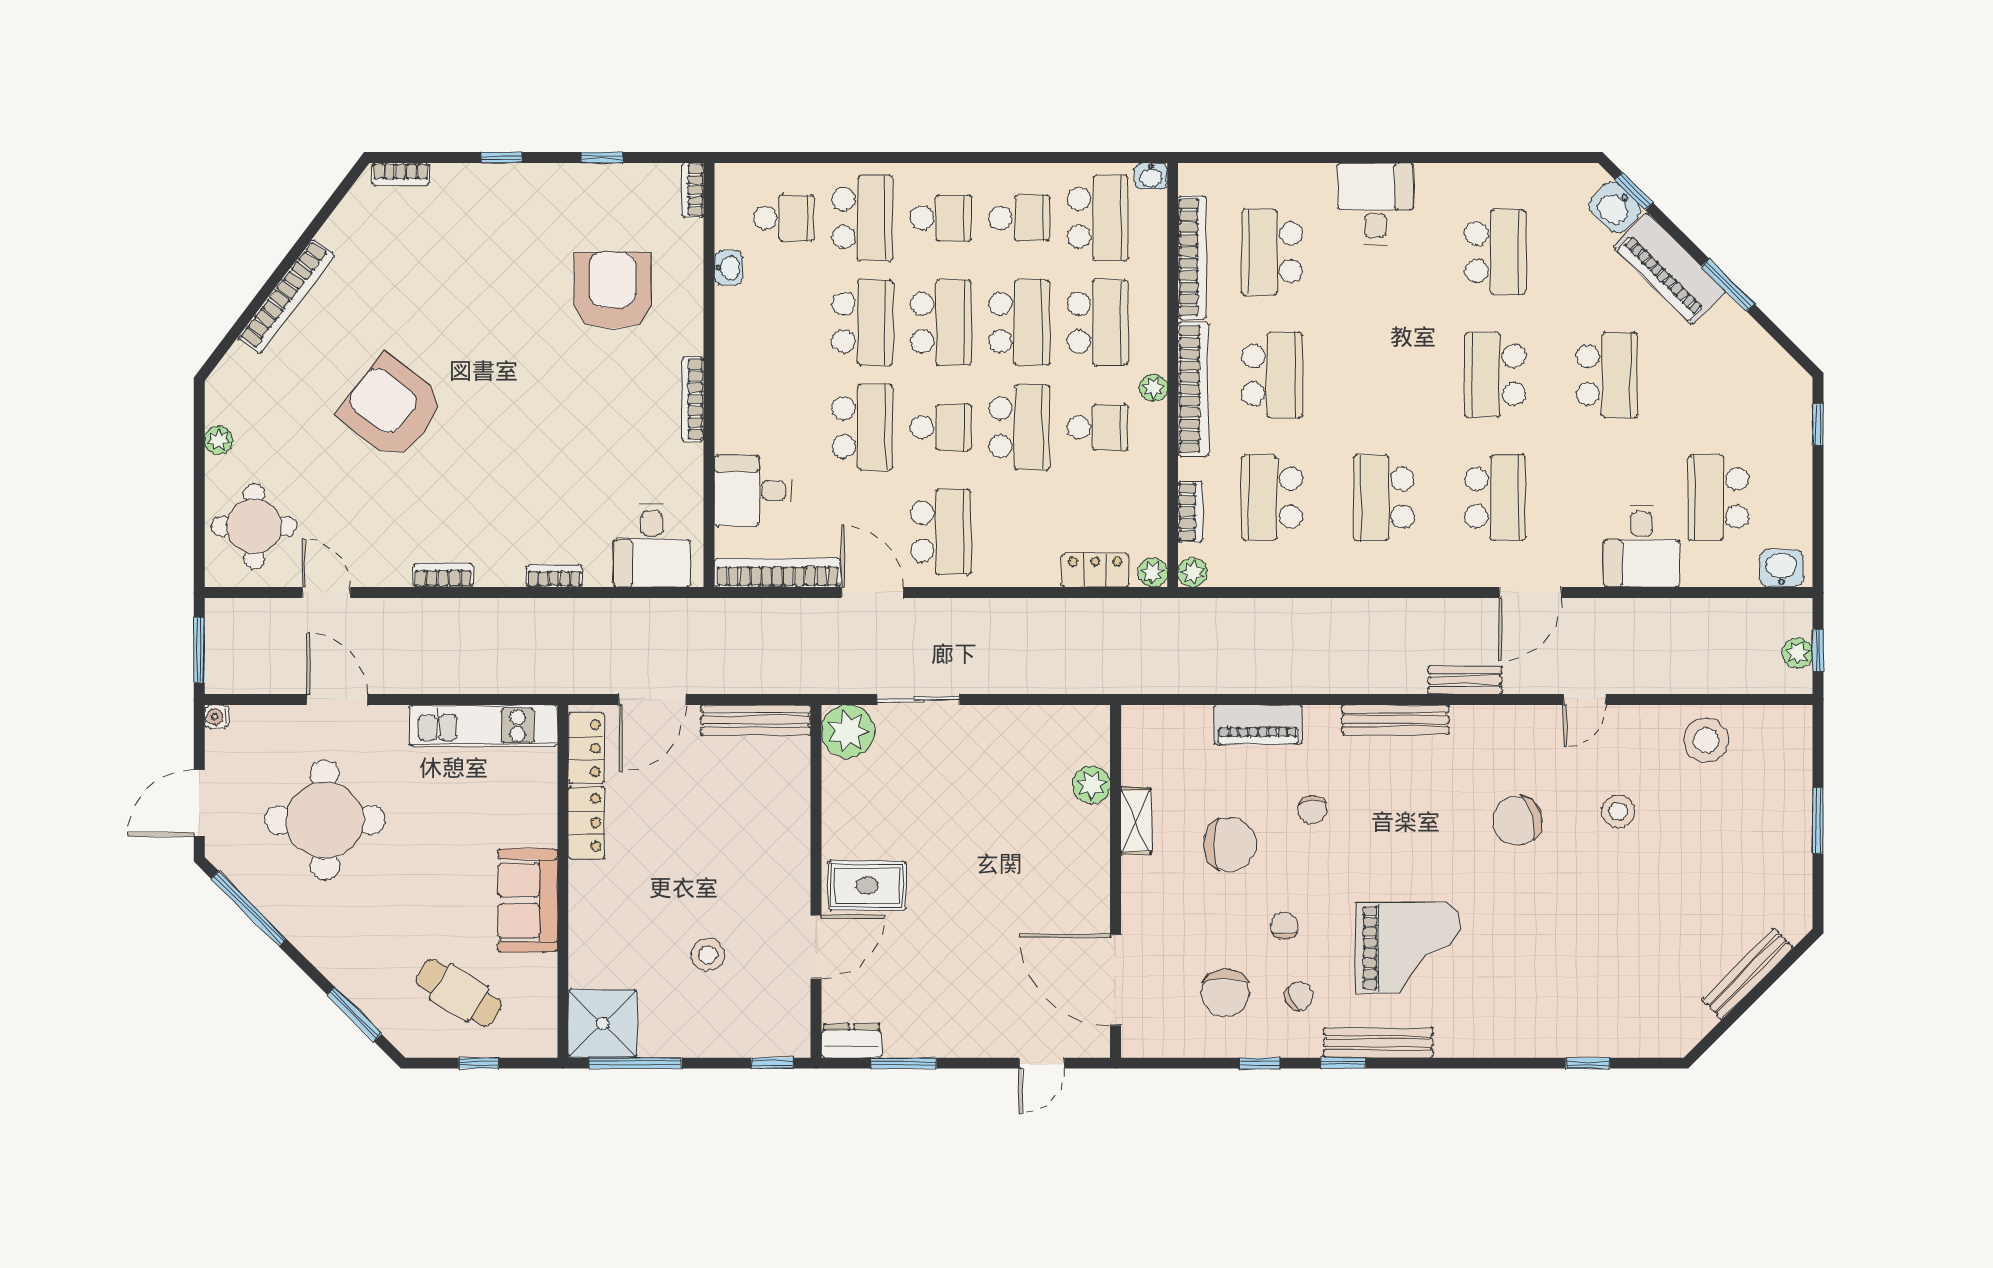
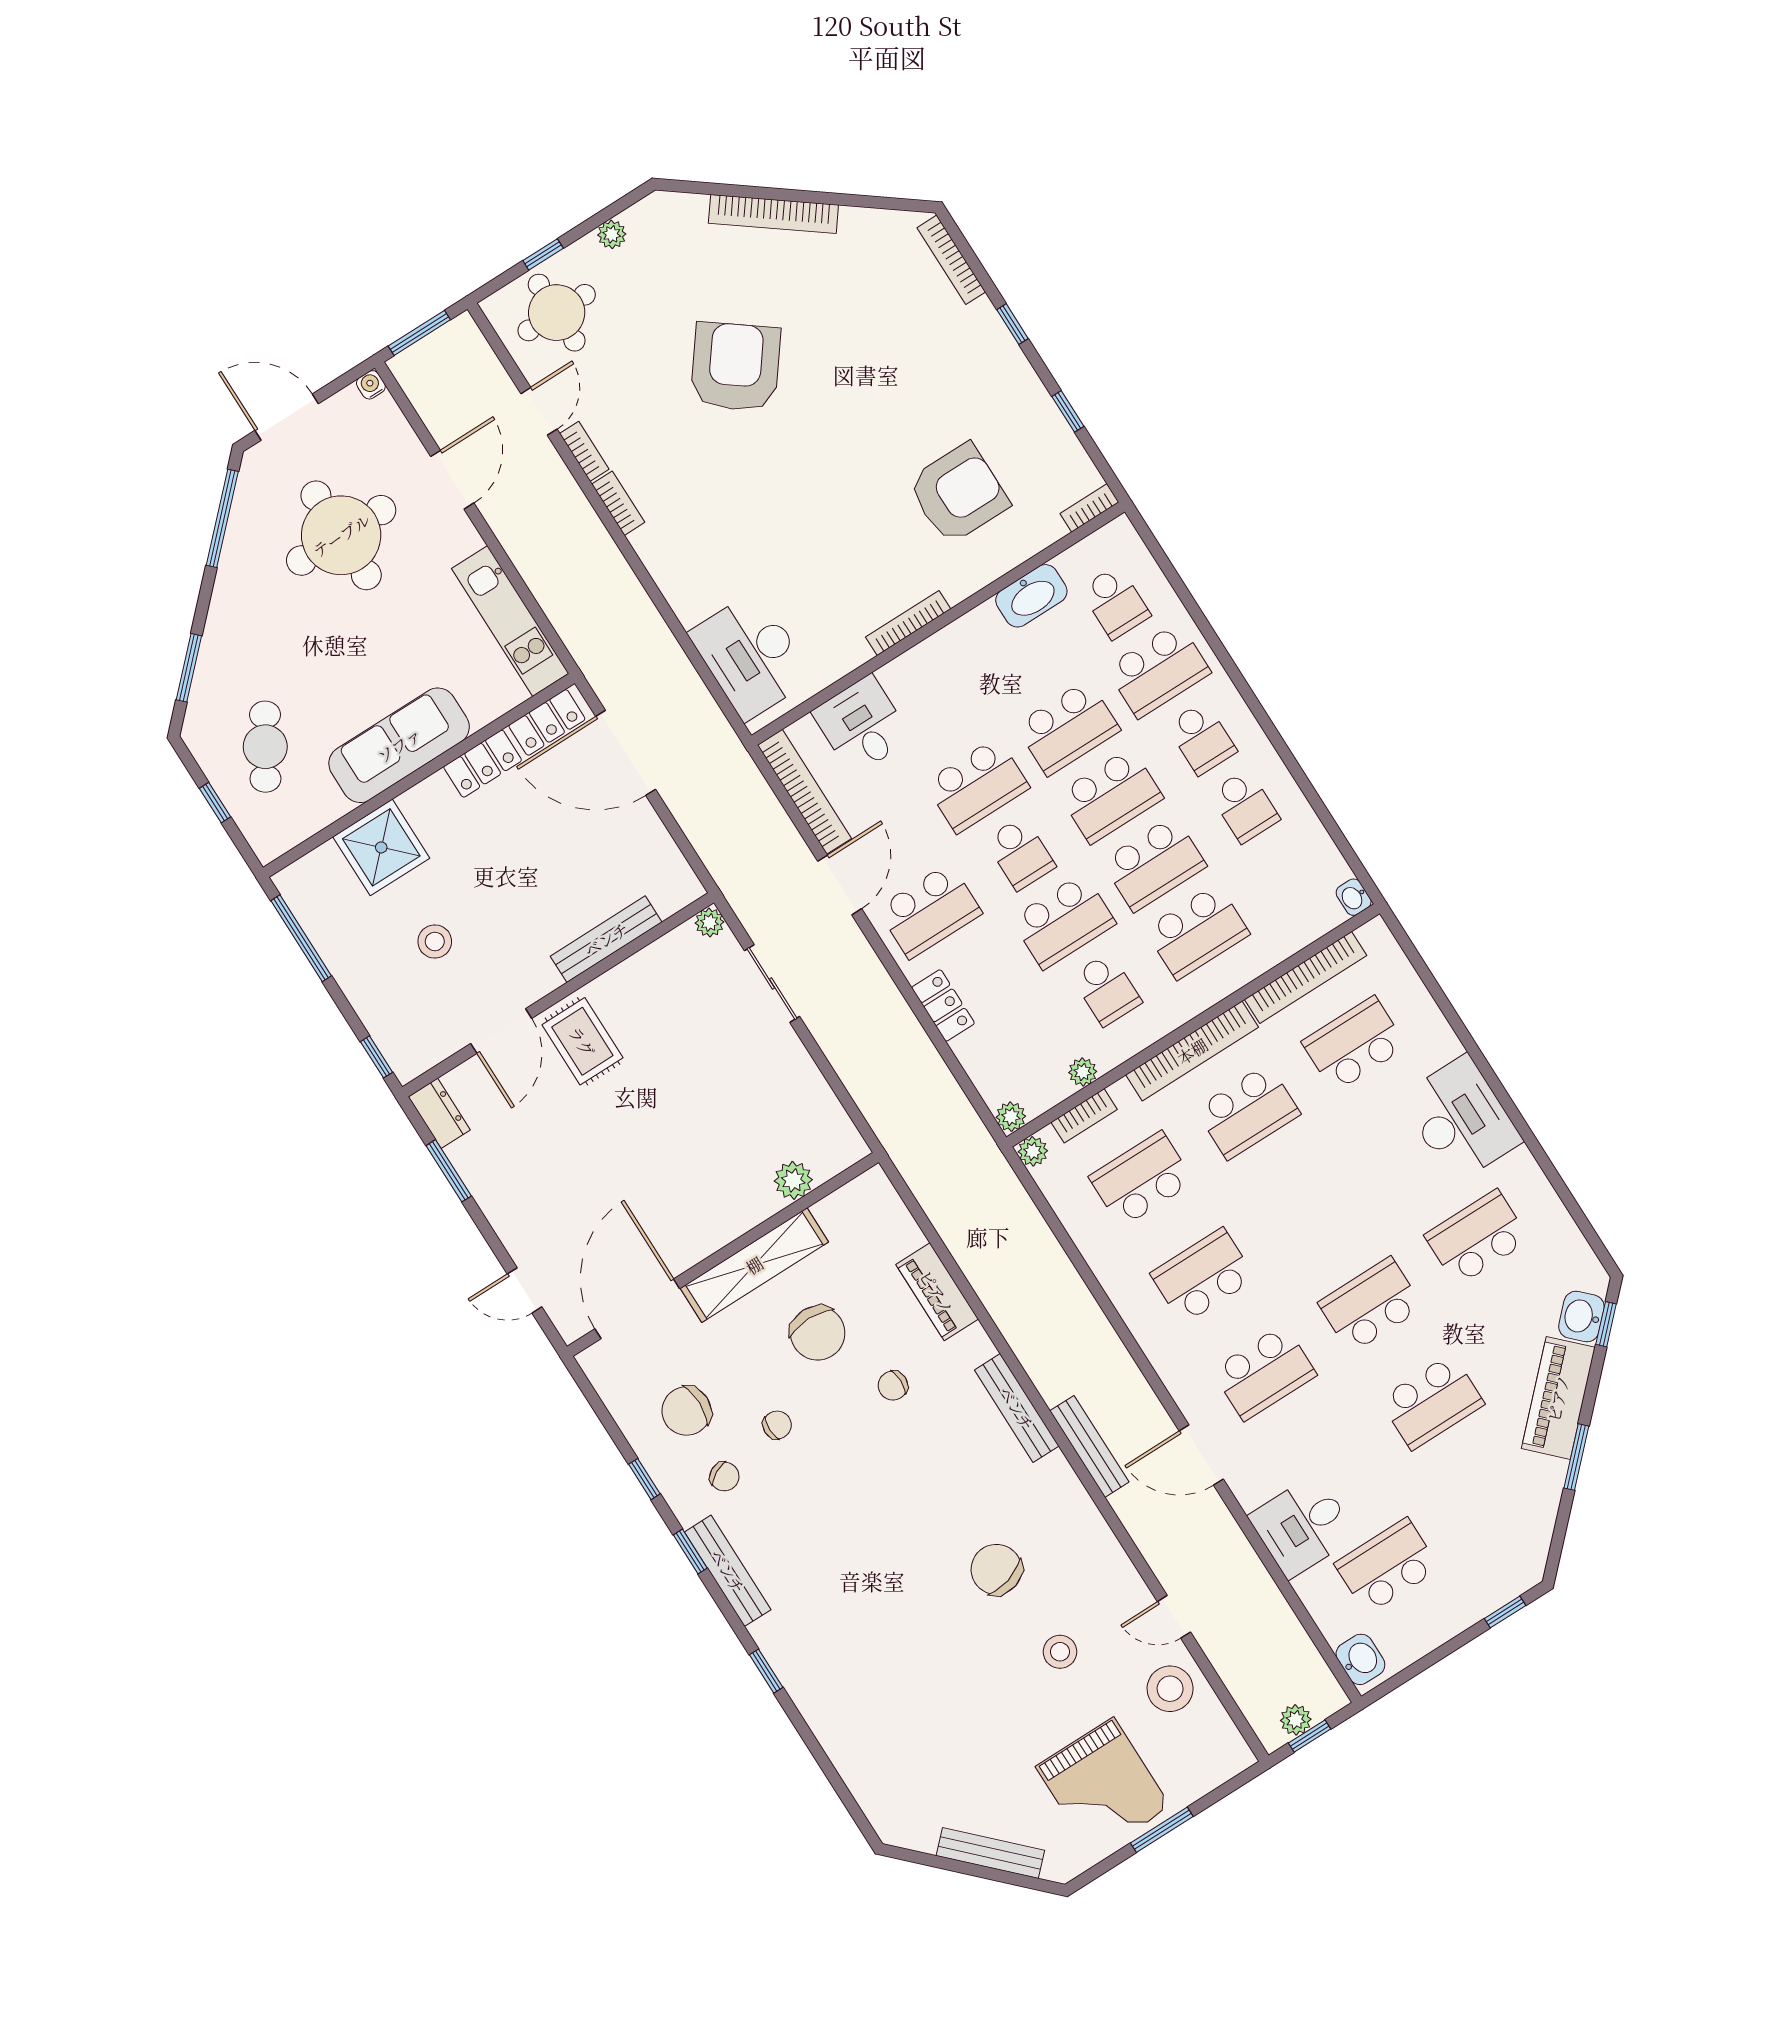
bookcase: (401, 174) -> (951, 260), width x1.56
desk: (1375, 204) -> (1461, 1119), width x1.37
school desk: (1098, 218) -> (1288, 874), removed
school desk: (1495, 252) -> (1477, 1238), turned 180
washbasin: (729, 268) -> (1031, 596), width x1.91, depth x1.45
plant: (1153, 388) -> (1083, 1072), moved
window: (199, 507) -> (543, 254), added
desk: (652, 546) -> (751, 656), width x1.37
locker: (1095, 570) -> (943, 1005), moved
bookcase: (554, 576) -> (584, 451), moved
bench: (1465, 680) -> (1089, 1446), width x1.36
door: (652, 699) -> (626, 753), width x1.36
door: (1585, 699) -> (1174, 1617), moved
bench: (756, 720) -> (606, 939), moved, turned 90
plant: (848, 731) -> (710, 923), width x0.53, depth x0.53
shelving: (1136, 821) -> (754, 1265), width x2.20, depth x1.33
sofa: (528, 900) -> (399, 745), width x1.36
door: (816, 947) -> (501, 1031), hinge flipped
grand piano: (1408, 948) -> (1103, 1787), moved
shower: (602, 1024) -> (381, 847), moved
window: (1588, 1063) -> (766, 1671), moved

